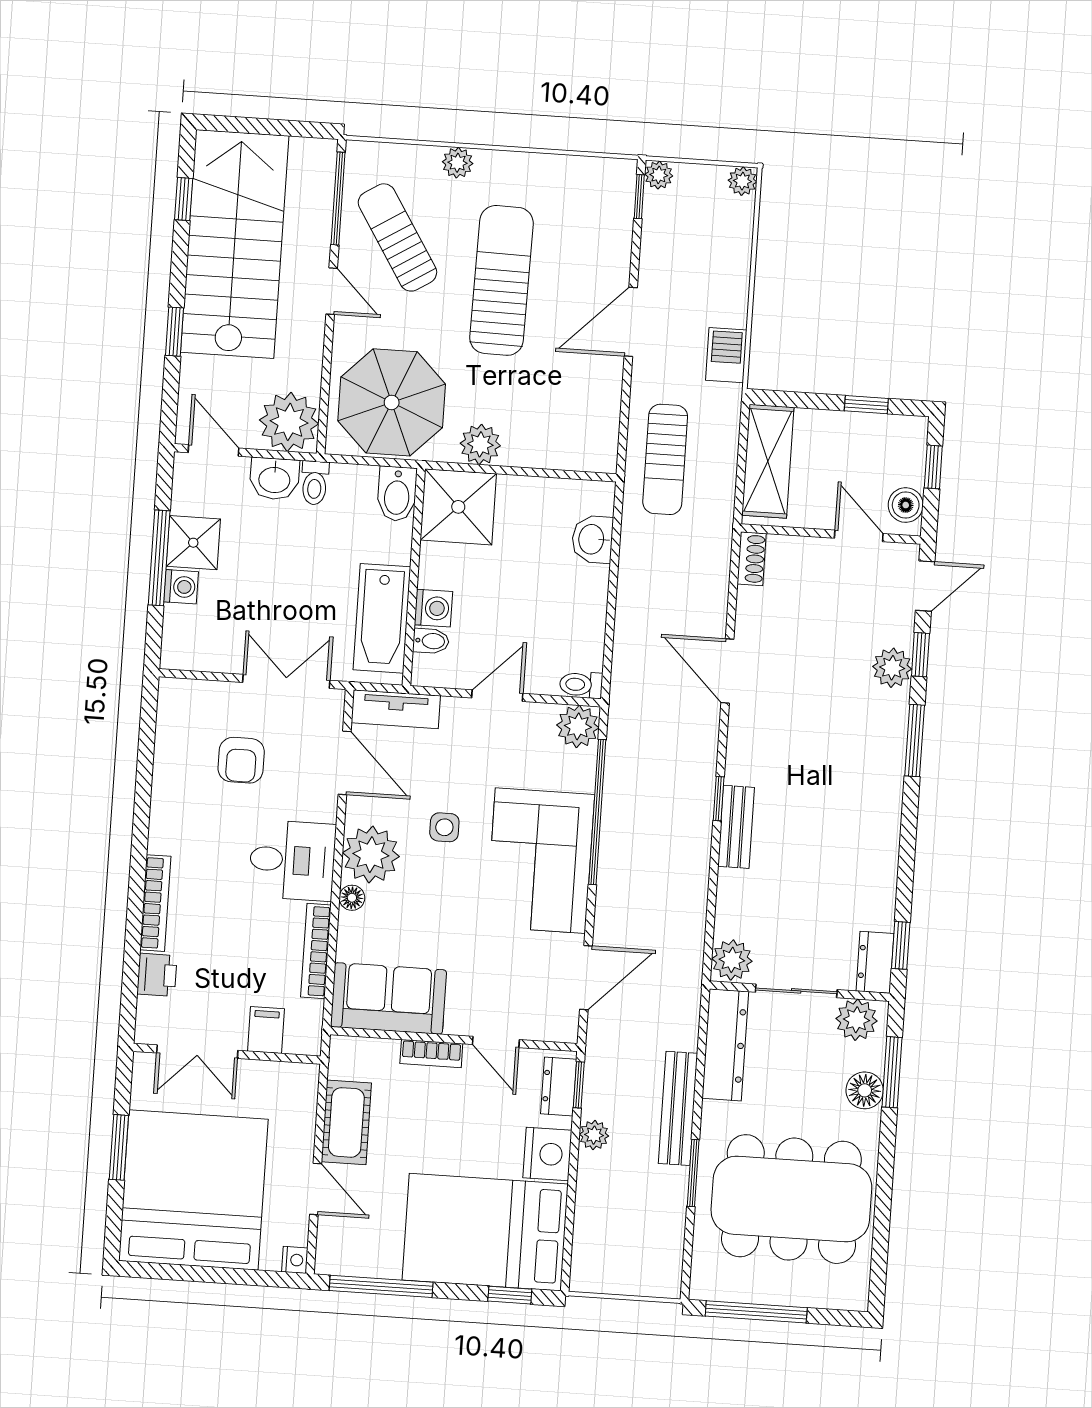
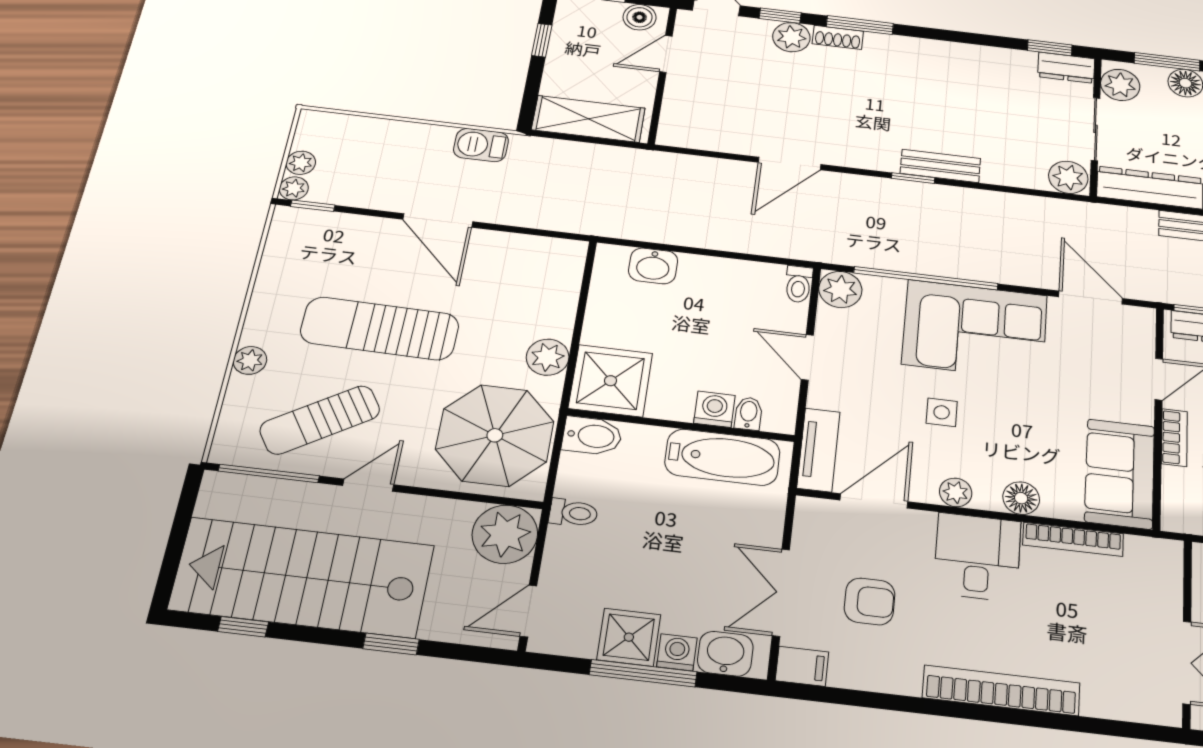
plant: (742, 181) -> (301, 163), moved
sun lounger: (665, 459) -> (578, 201), removed
washbasin: (274, 479) -> (725, 654), moved, turned -90
shoe rack: (752, 559) -> (838, 37), moved, turned 180
double door: (286, 681) -> (781, 592), moved
plant: (371, 855) -> (956, 492), width x0.53, depth x0.53
floor lamp: (352, 898) -> (1021, 498), width x1.37, depth x1.37
bookcase: (155, 903) -> (1001, 690), width x1.48, depth x1.31
printer: (157, 975) -> (1105, 700), removed
filing cabinet: (266, 1030) -> (802, 666), moved, turned 180

